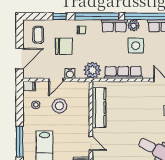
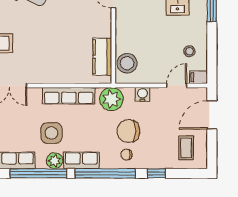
chair: (64, 46) -> (128, 131), moved
door: (56, 80) -> (177, 86), moved
stool: (59, 106) -> (127, 63), moved
kitchen counter: (99, 108) -> (102, 57), width x0.67

